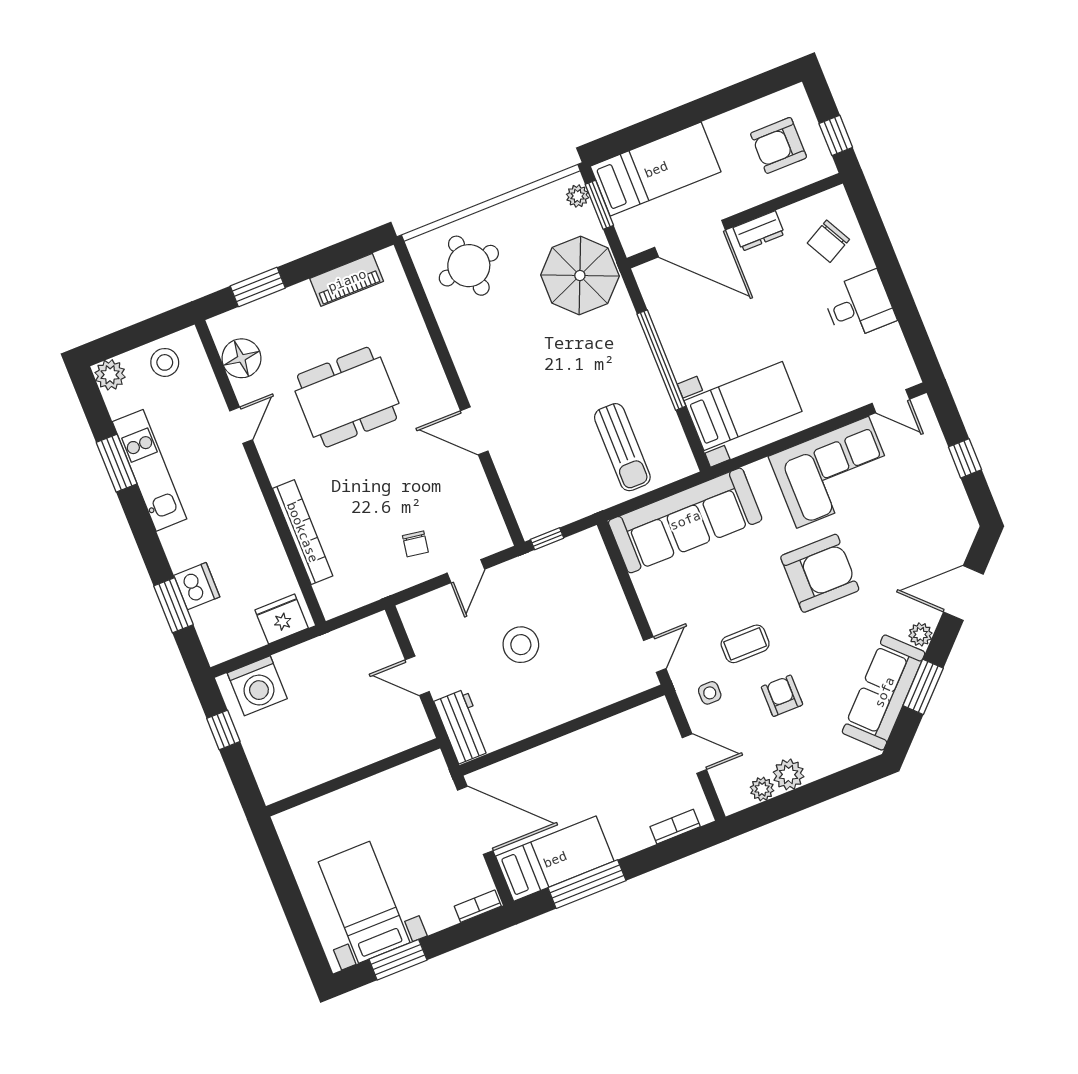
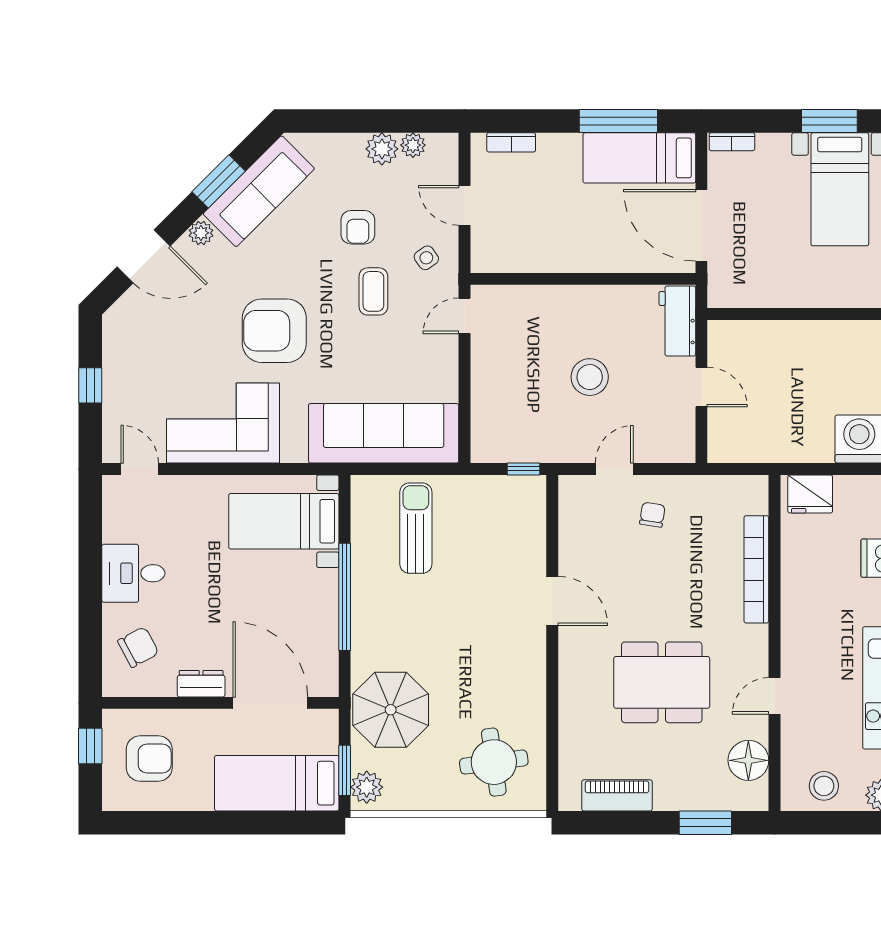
plant: (578, 196) -> (367, 787), width x1.38, depth x1.38
coffee table: (745, 644) -> (373, 291), turned 90
side table: (710, 693) -> (426, 258), turned -35

